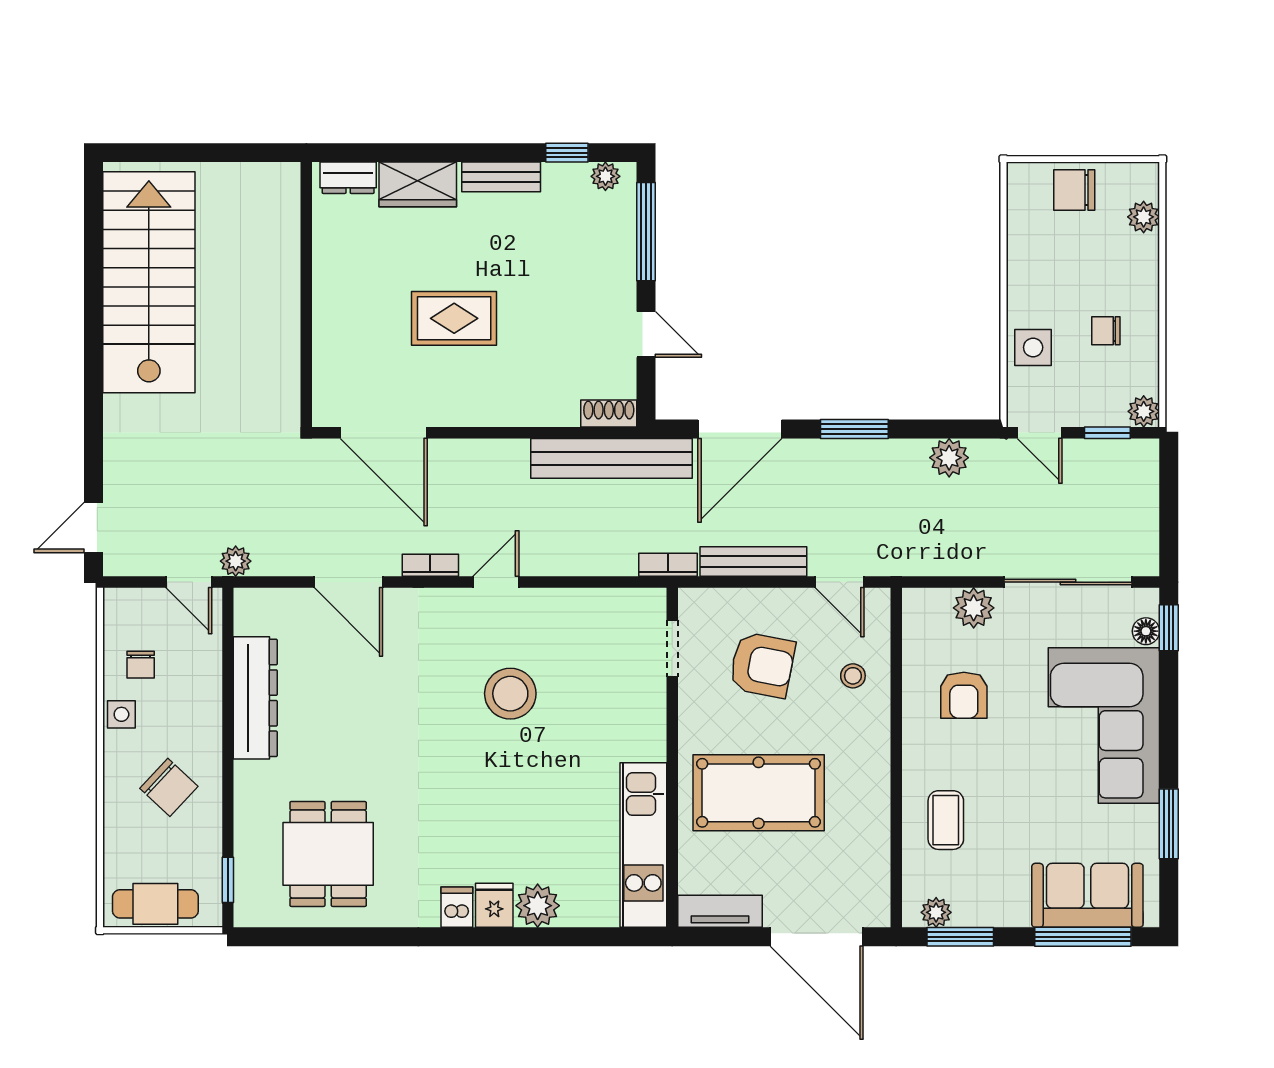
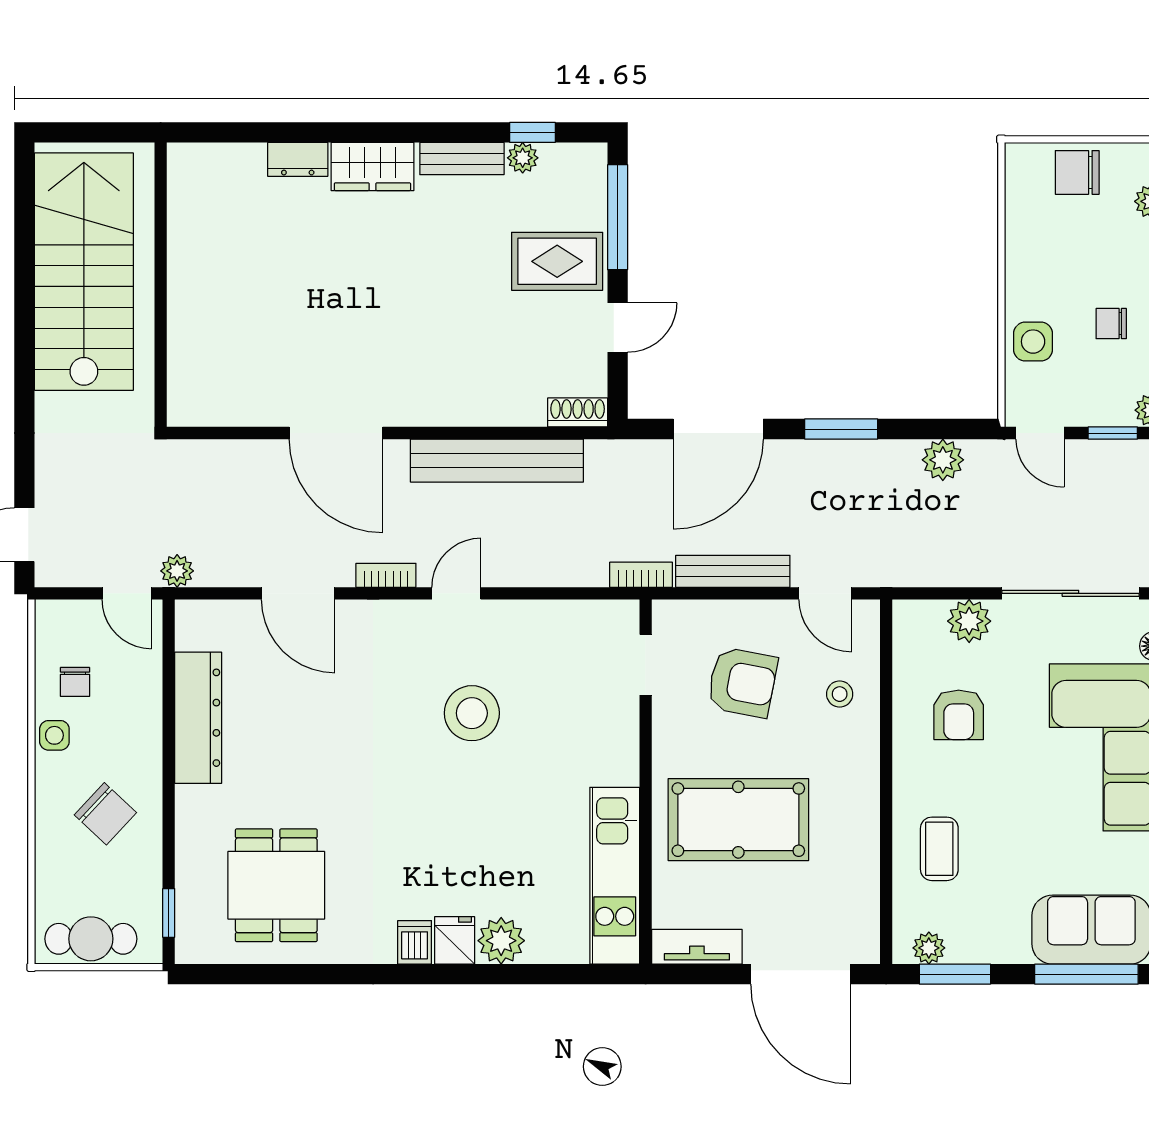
plant: (605, 176) -> (523, 158), moved
wall: (306, 295) -> (161, 285), moved
rug: (454, 318) -> (557, 261), moved
door: (646, 334) -> (618, 328), hinge flipped
bench: (612, 458) -> (497, 461), moved

